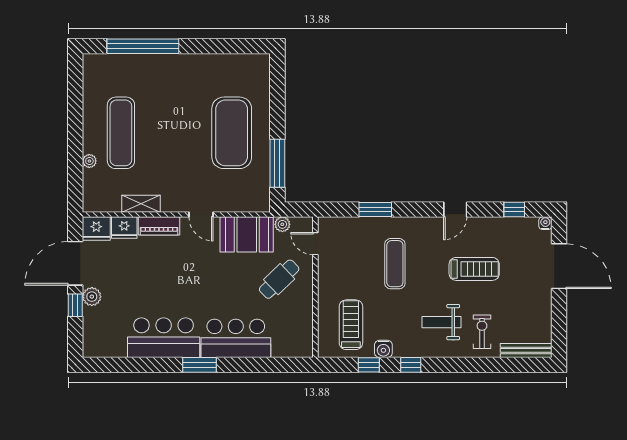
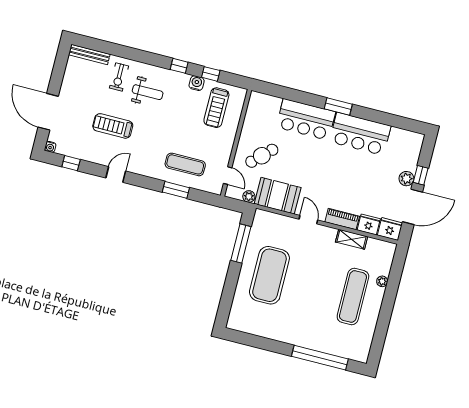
exercise mat: (395, 264) -> (185, 164), moved, turned 90

